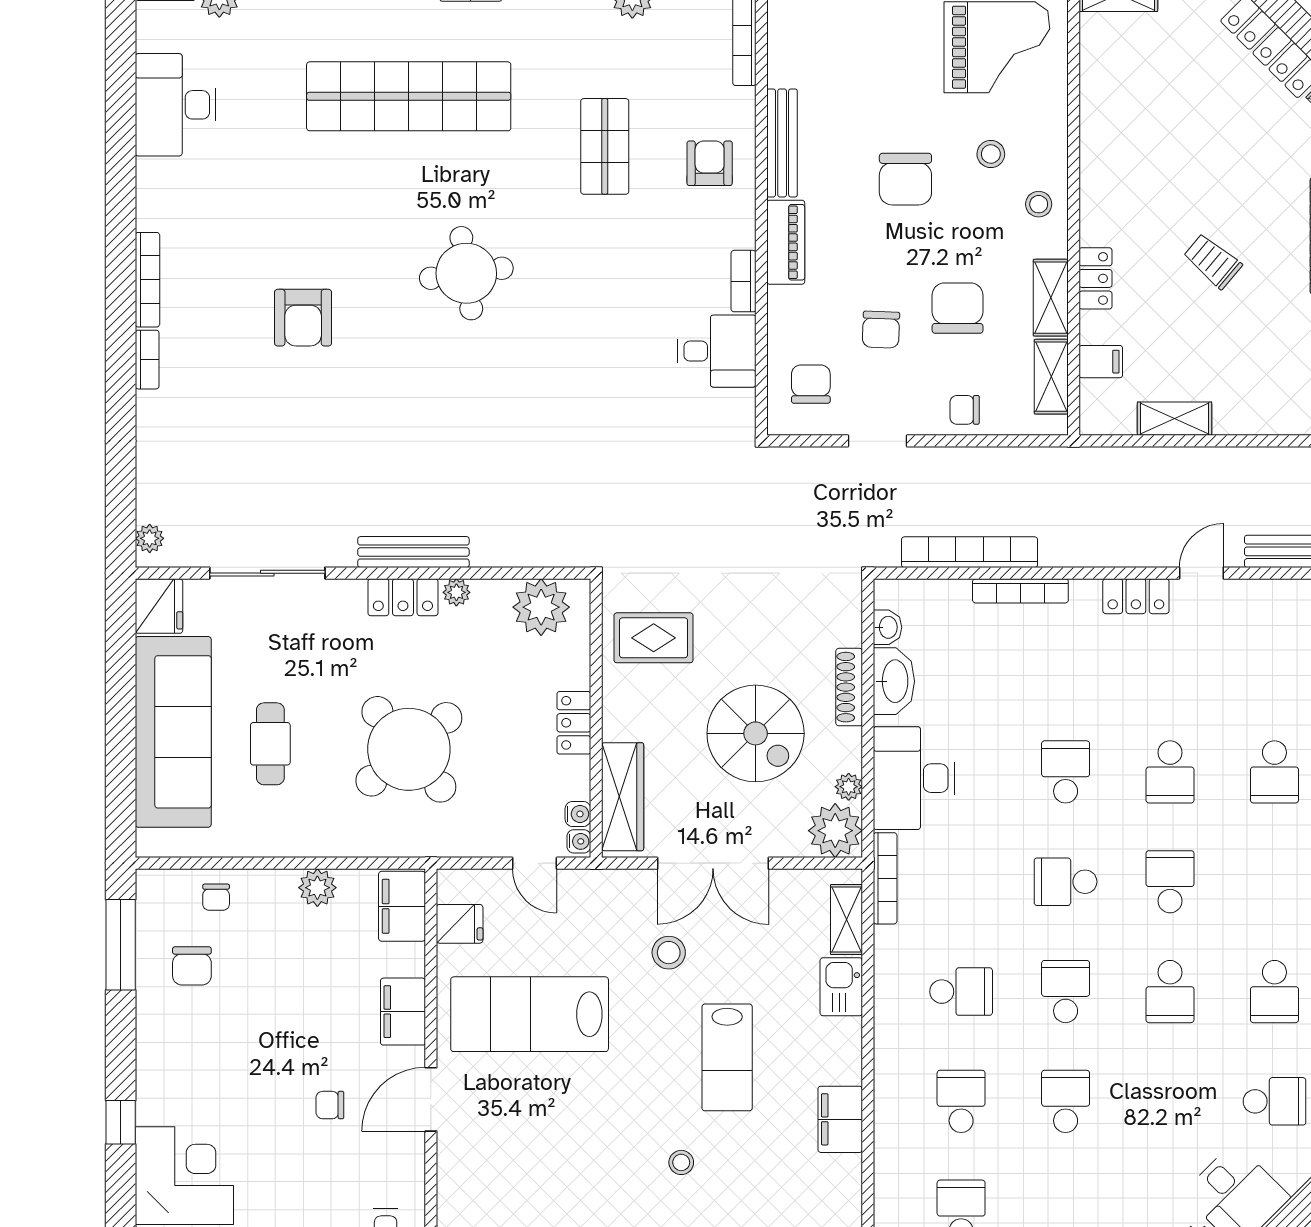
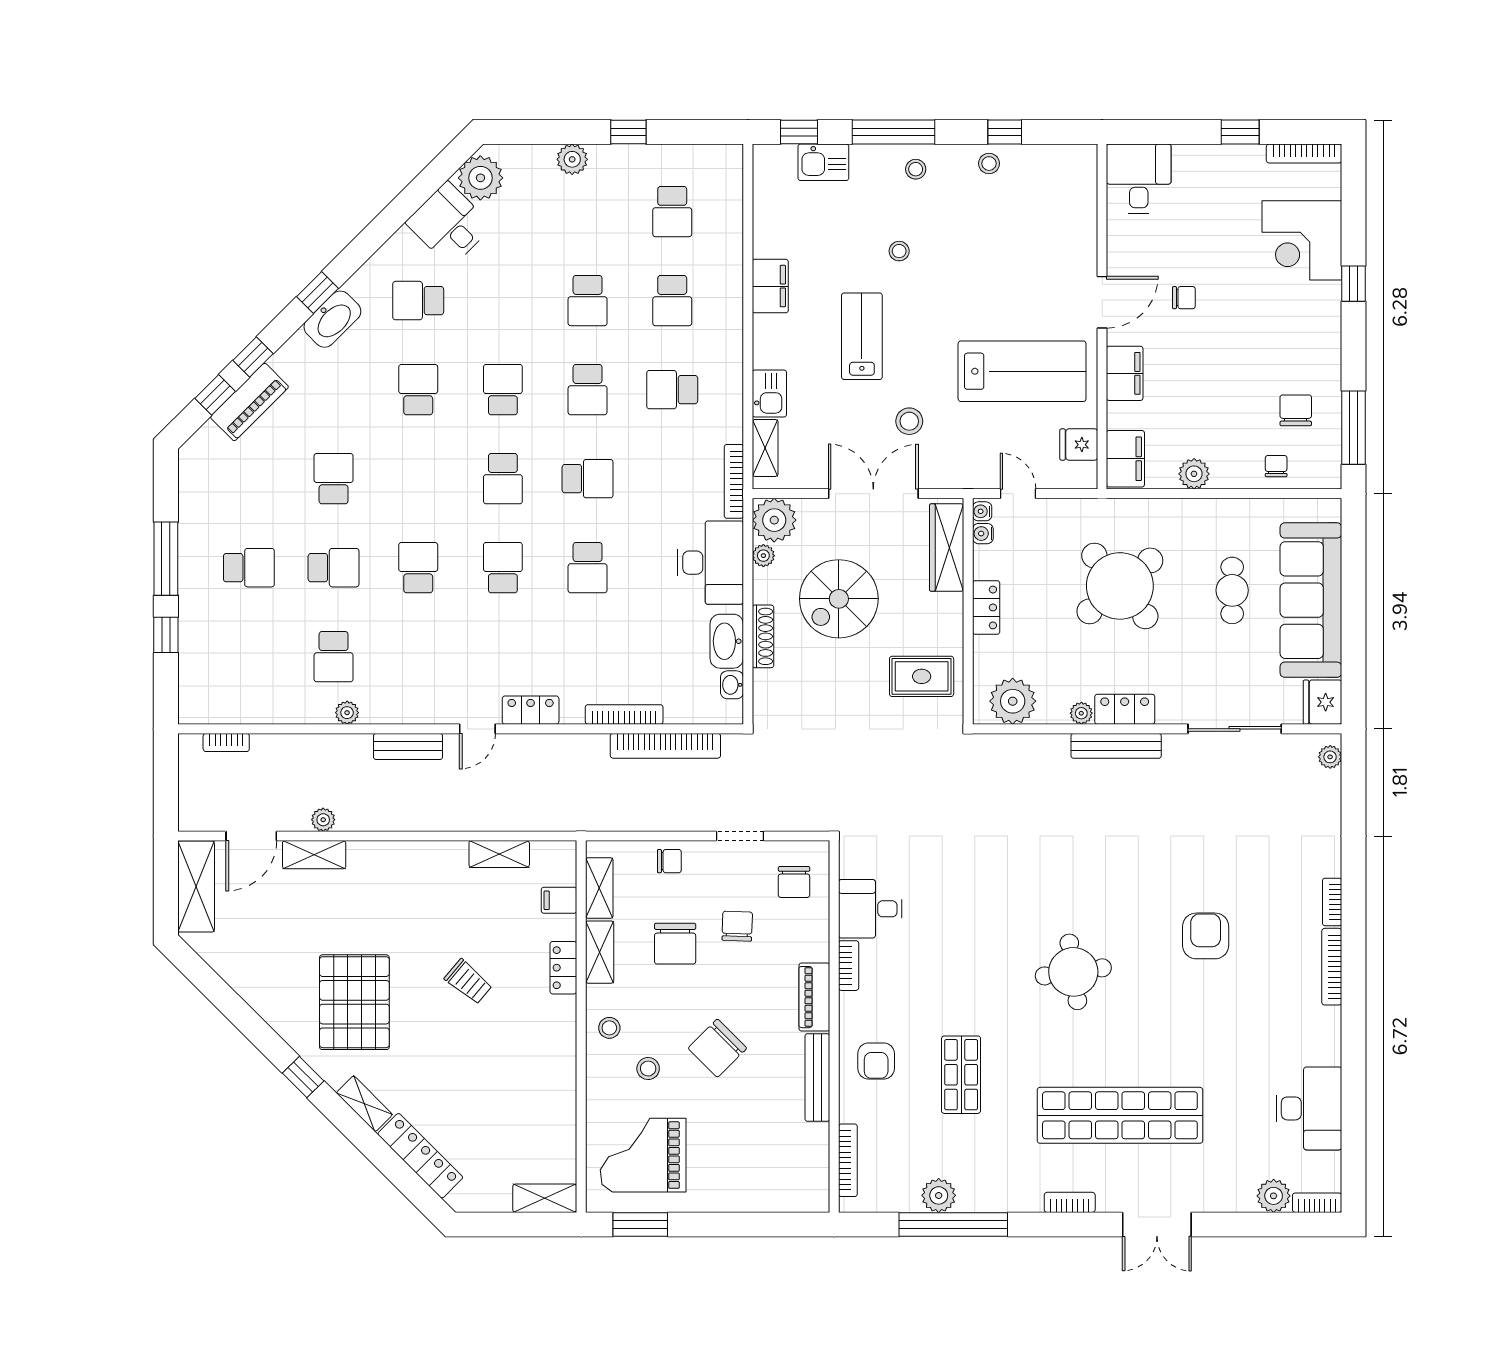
chair: (905, 179) -> (717, 1048), turned -135
spiral stairs: (756, 733) -> (839, 599), turned -90

